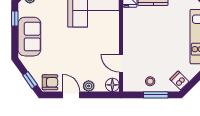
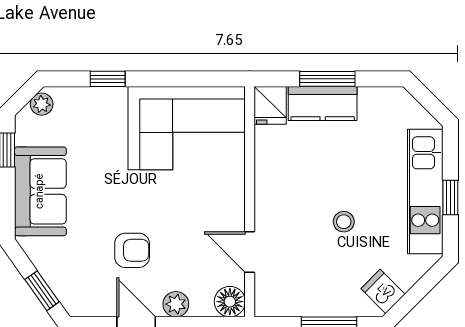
stool: (150, 81) -> (344, 222), moved
armchair: (50, 82) -> (132, 250), moved

